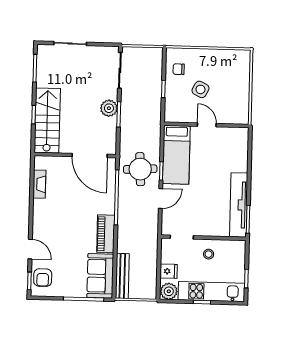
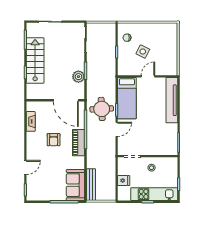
plant: (109, 108) -> (78, 77), moved
stairs: (47, 120) -> (35, 60), moved
door: (207, 125) -> (148, 76), hinge flipped
tv unit: (239, 205) -> (172, 100), moved
piano: (106, 234) -> (79, 143), moved
door: (30, 249) -> (25, 167), hinge flipped
armchair: (43, 278) -> (54, 140), moved
plant: (169, 291) -> (124, 195), removed

